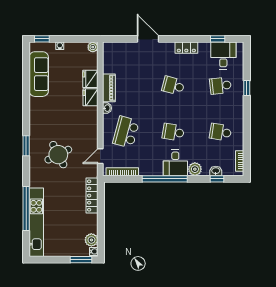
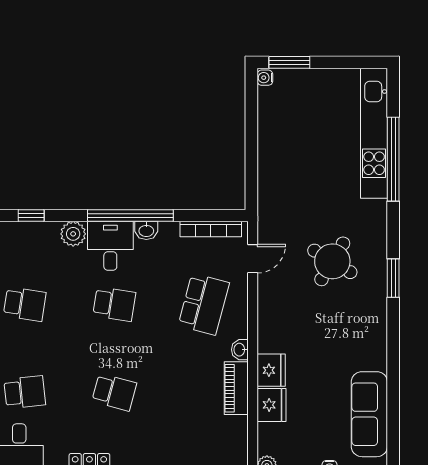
round table: (58, 155) -> (332, 261), turned -32
washbasin: (216, 171) -> (146, 230), moved
locker: (92, 196) -> (268, 184), removed
plant: (91, 240) -> (269, 99), removed

